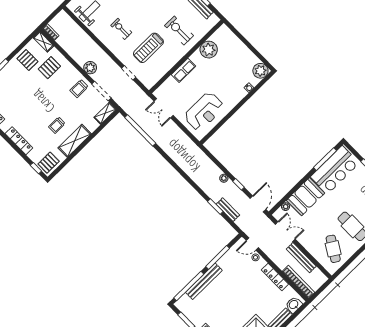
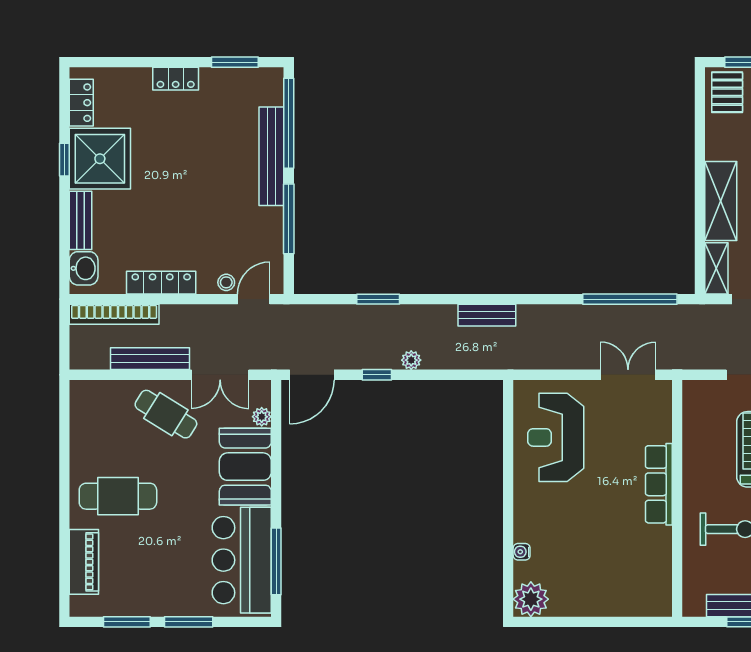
plant: (209, 50) -> (652, 547), removed
row of seats: (184, 70) -> (659, 484), width x1.48
shelving: (75, 141) -> (721, 201), moved
door: (258, 204) -> (312, 375), hinge flipped
bench: (228, 210) -> (487, 315), moved
cafe table: (333, 249) -> (166, 414), moved

